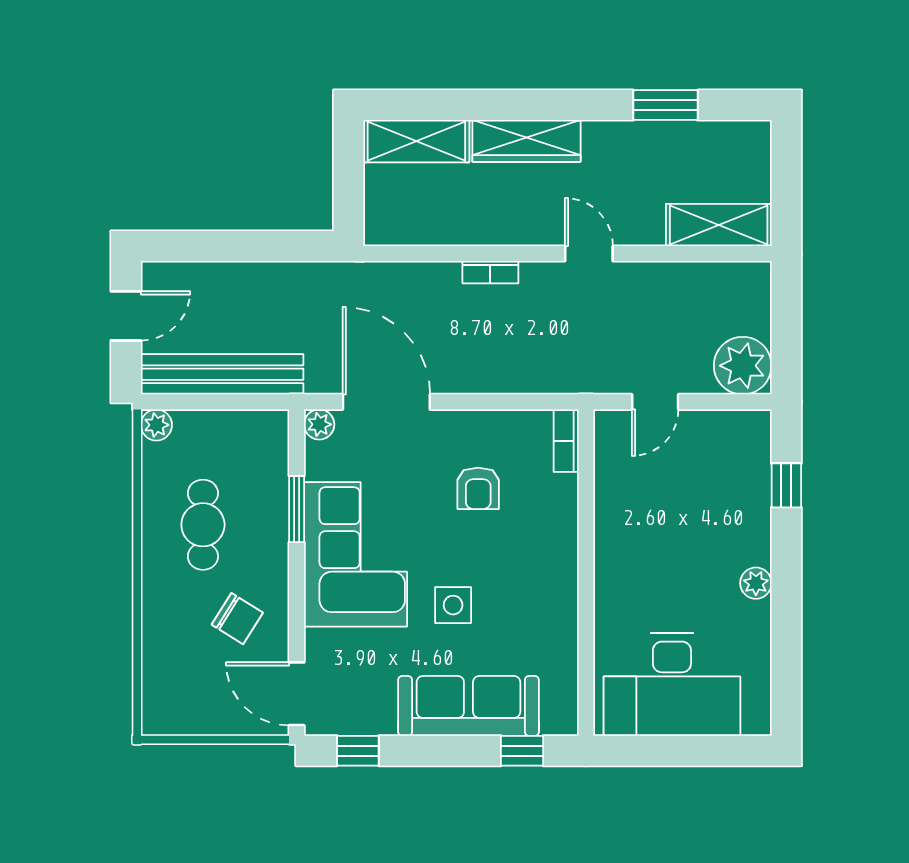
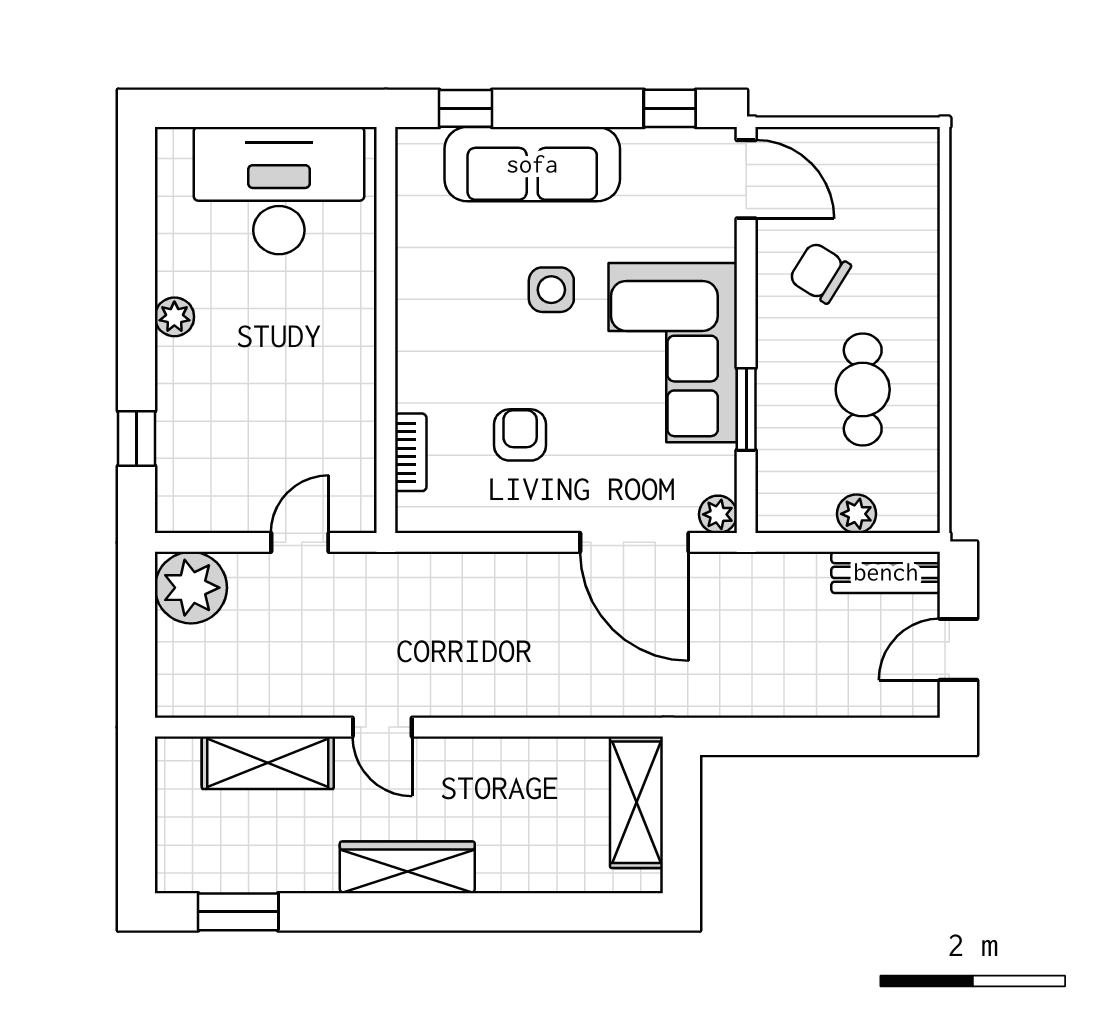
window: (665, 105) -> (238, 912), moved
shelving: (416, 141) -> (637, 802), moved, turned 90
wardrobe: (526, 141) -> (407, 867), moved
shelving: (719, 225) -> (268, 763), moved
bookcase: (490, 272) -> (505, 704), removed
bench: (222, 374) -> (886, 572), width x0.54, depth x0.82
plant: (156, 425) -> (857, 514), moved
bookcase: (566, 441) -> (411, 452), moved

